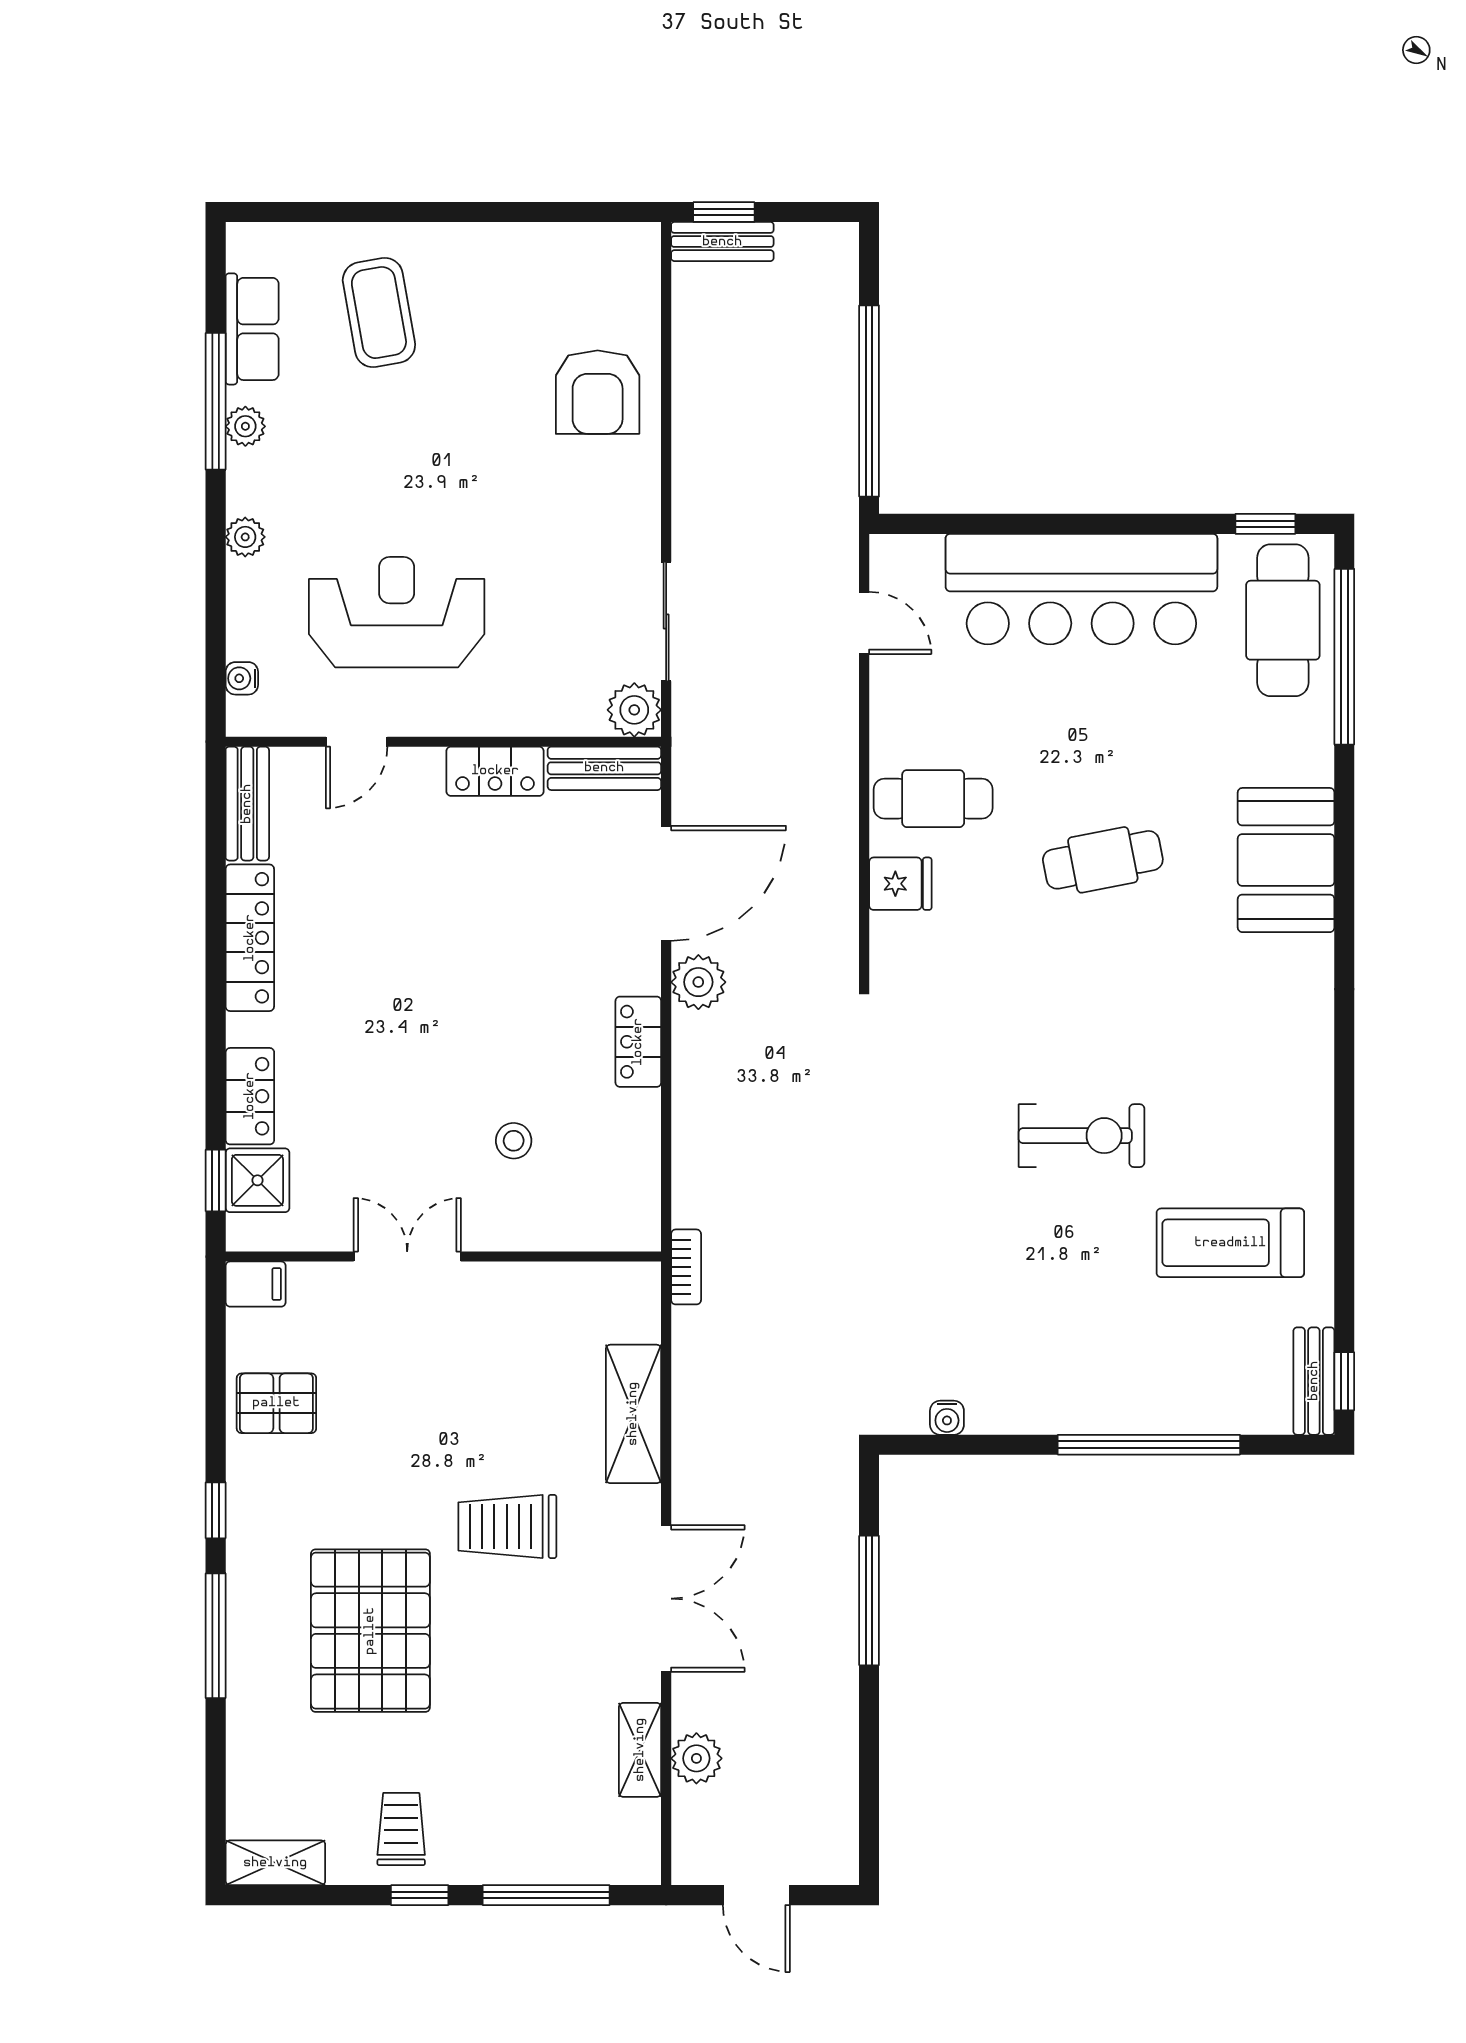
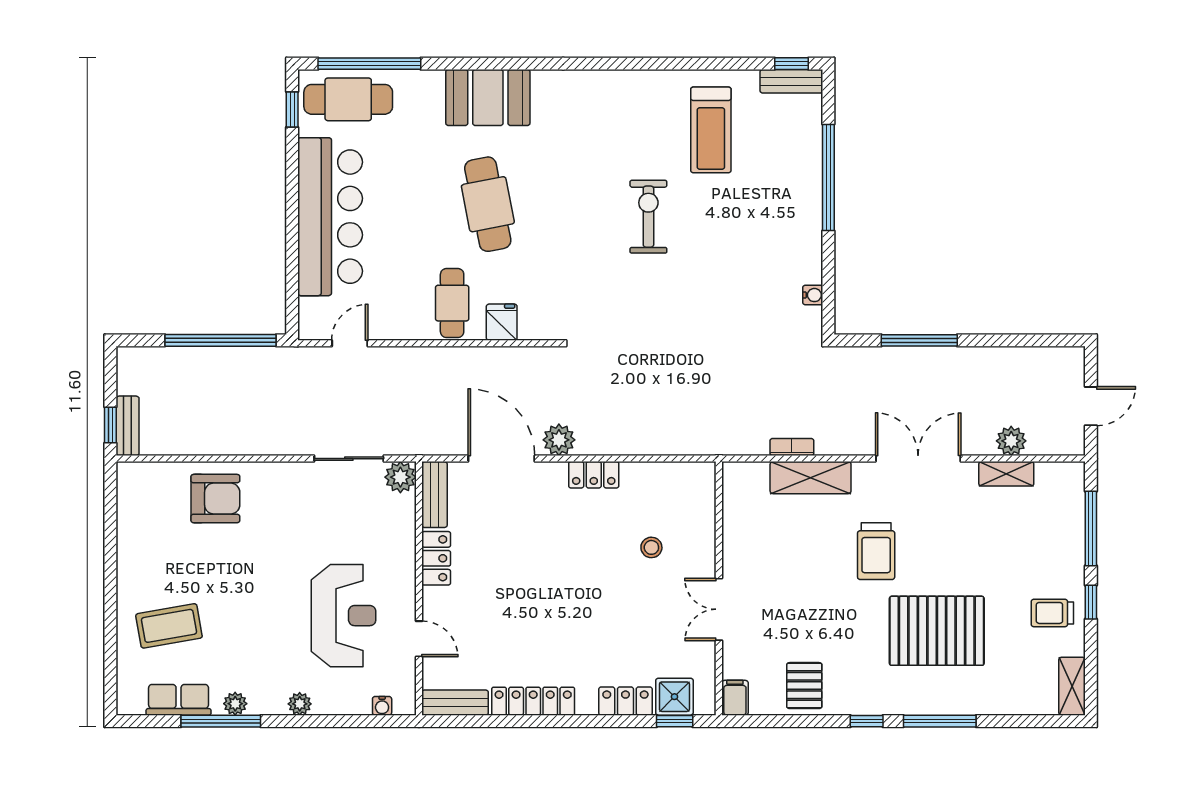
reception desk: (397, 612) -> (343, 616), turned 180
cafe table: (1103, 860) -> (488, 204), width x1.37, depth x1.35
bookcase: (686, 1267) -> (792, 447), moved

